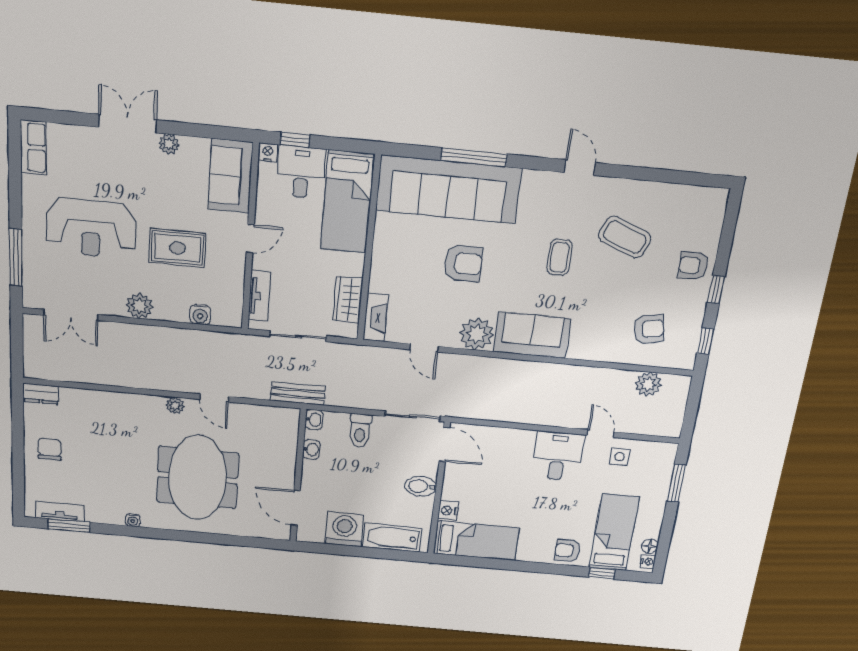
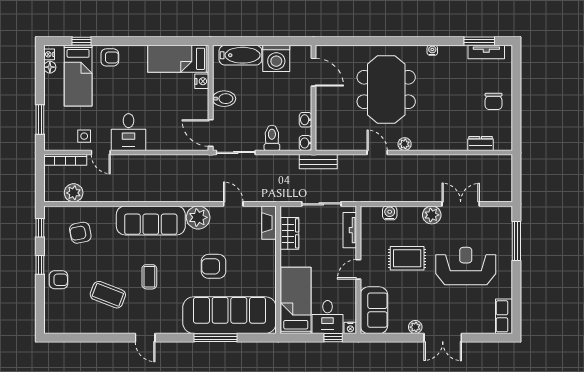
double door: (71, 315) -> (461, 204), moved
sofa: (532, 335) -> (151, 220), width x1.36
dresser: (41, 394) -> (481, 143), moved
bookcase: (652, 428) -> (65, 160), added

